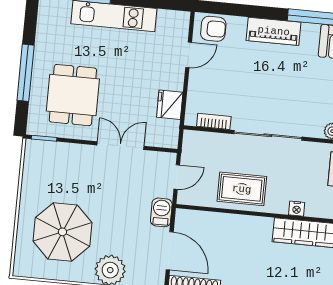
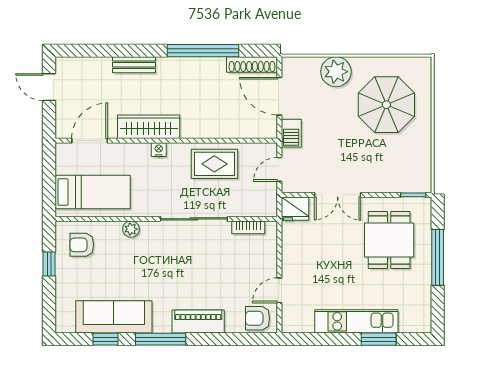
fridge: (170, 105) -> (295, 209), moved, turned 90

